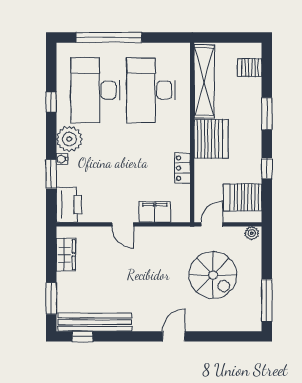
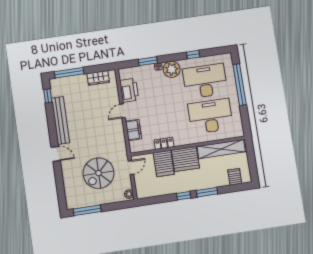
window: (267, 168) -> (184, 196), moved
server rack: (243, 197) -> (164, 164), moved, turned 180
printer: (69, 205) -> (129, 90), moved, turned -90
door: (212, 224) -> (131, 168), hinge flipped
window: (51, 298) -> (69, 73), width x1.44
bench: (95, 322) -> (60, 120), moved

